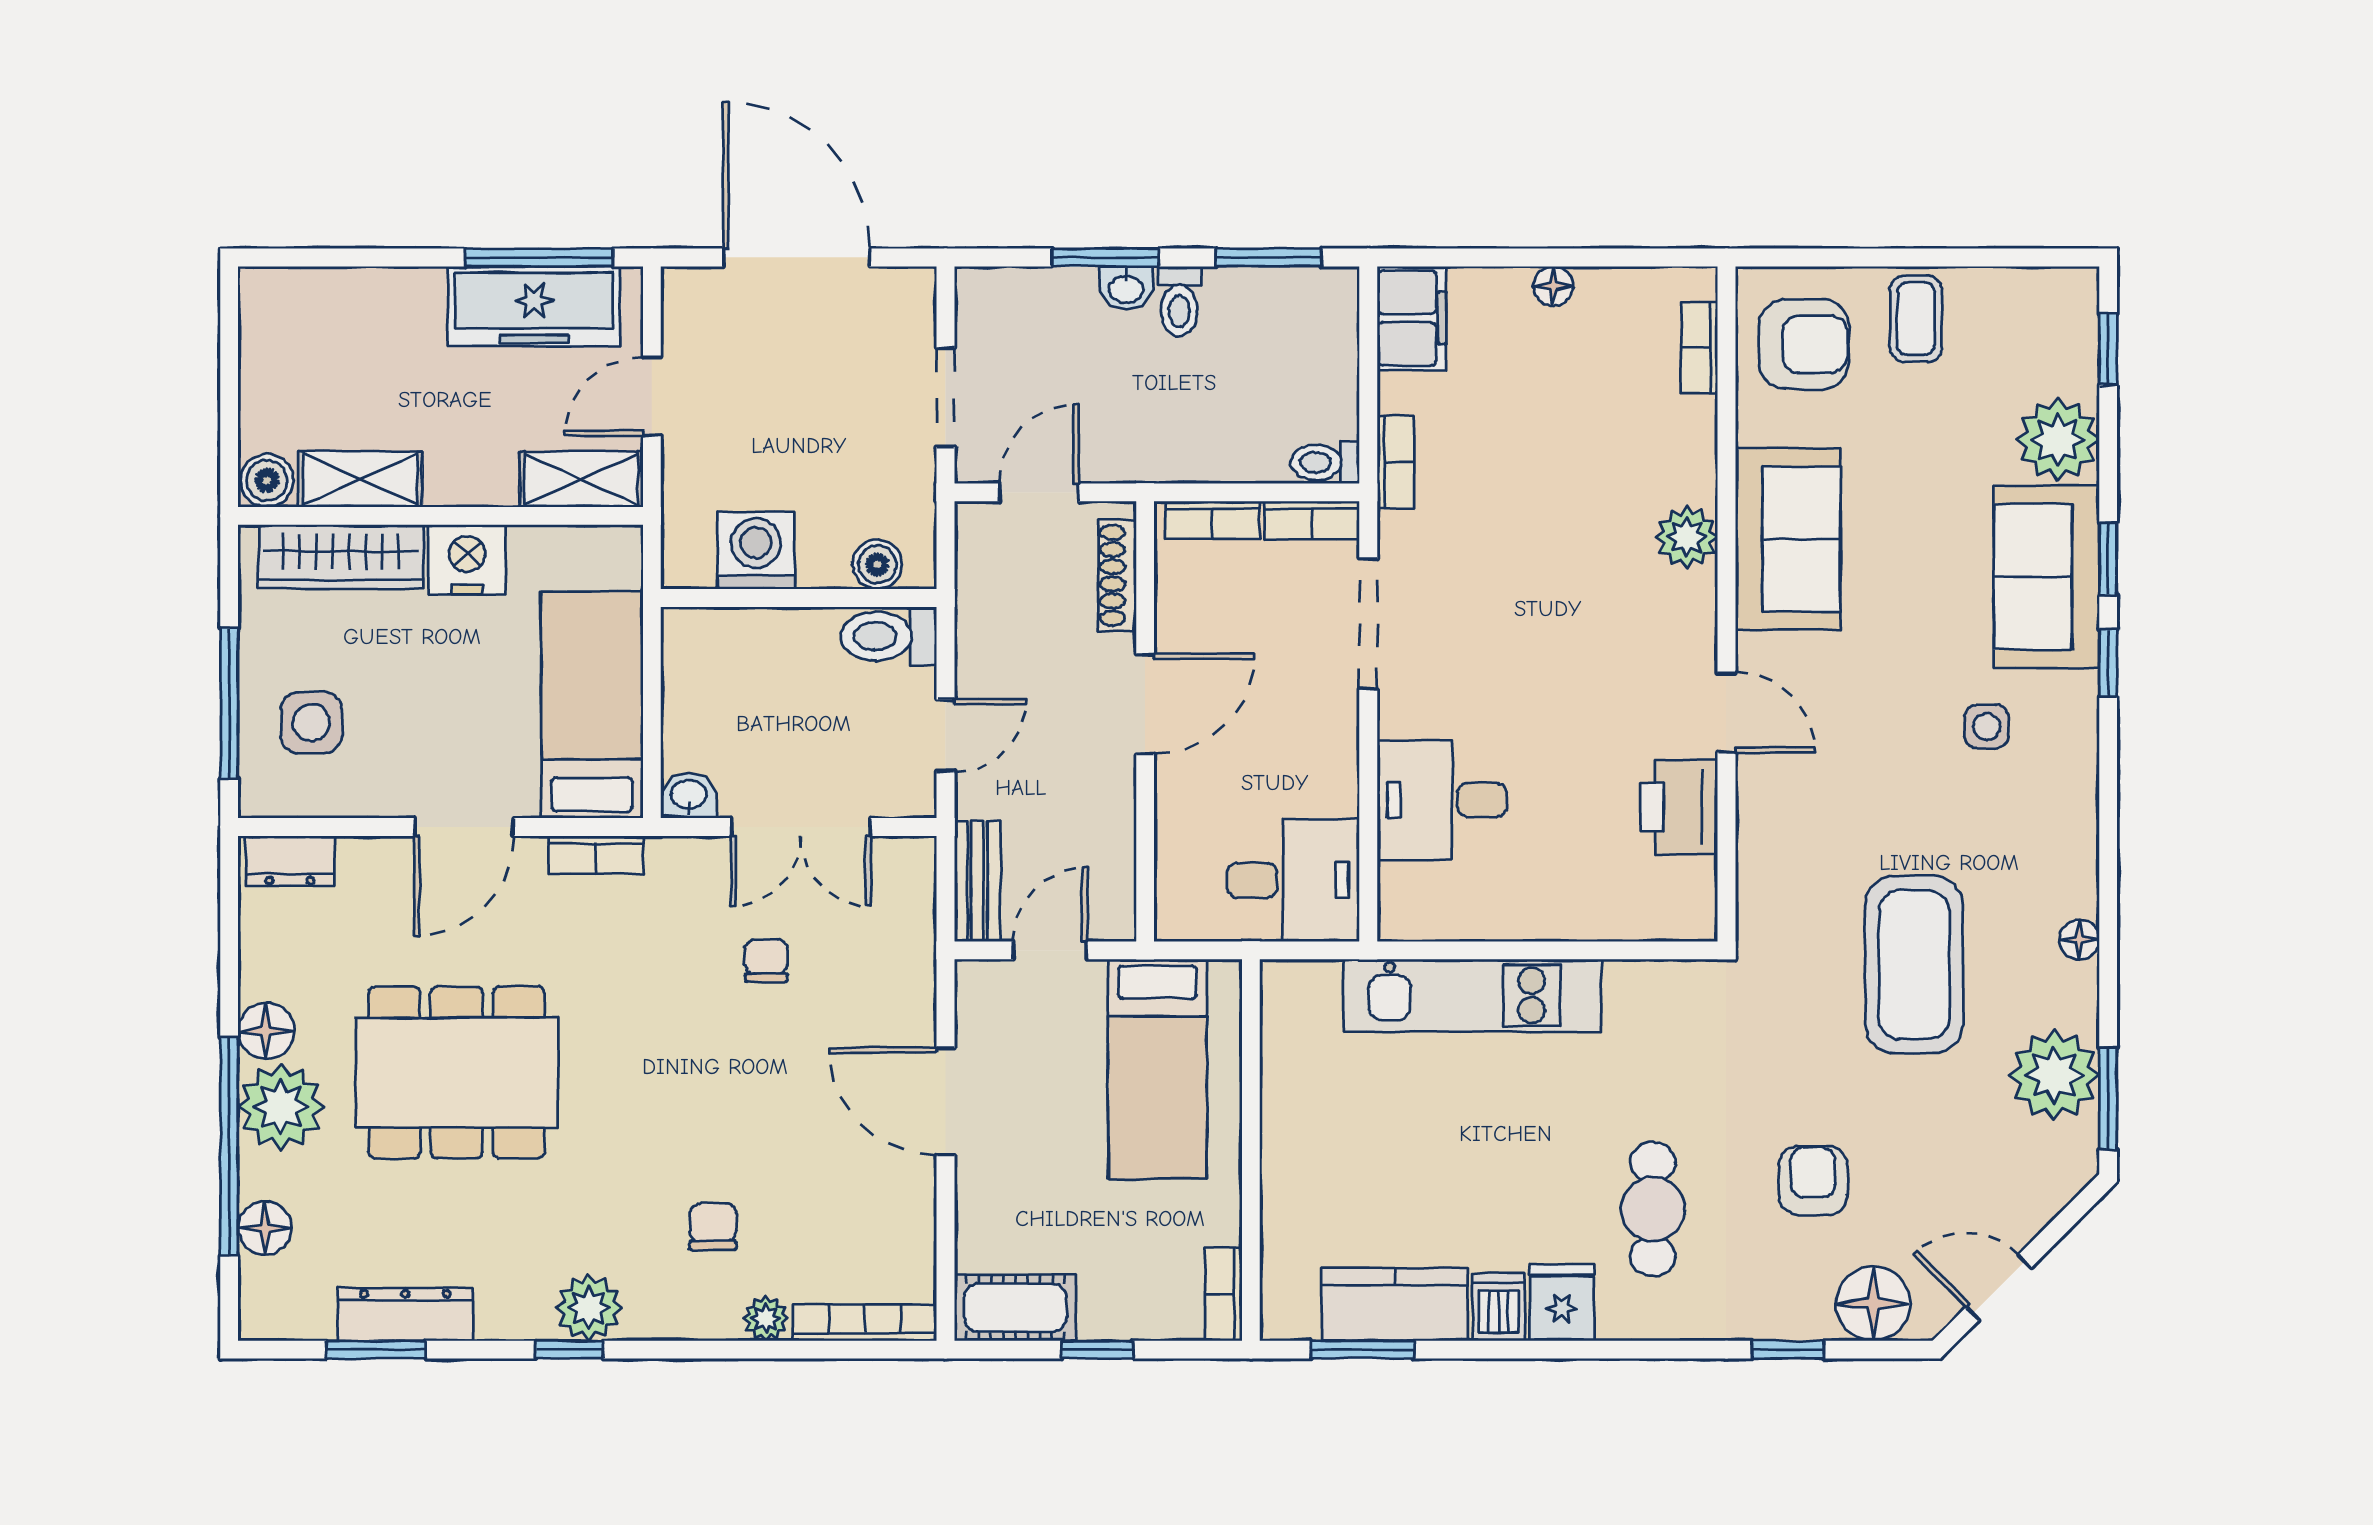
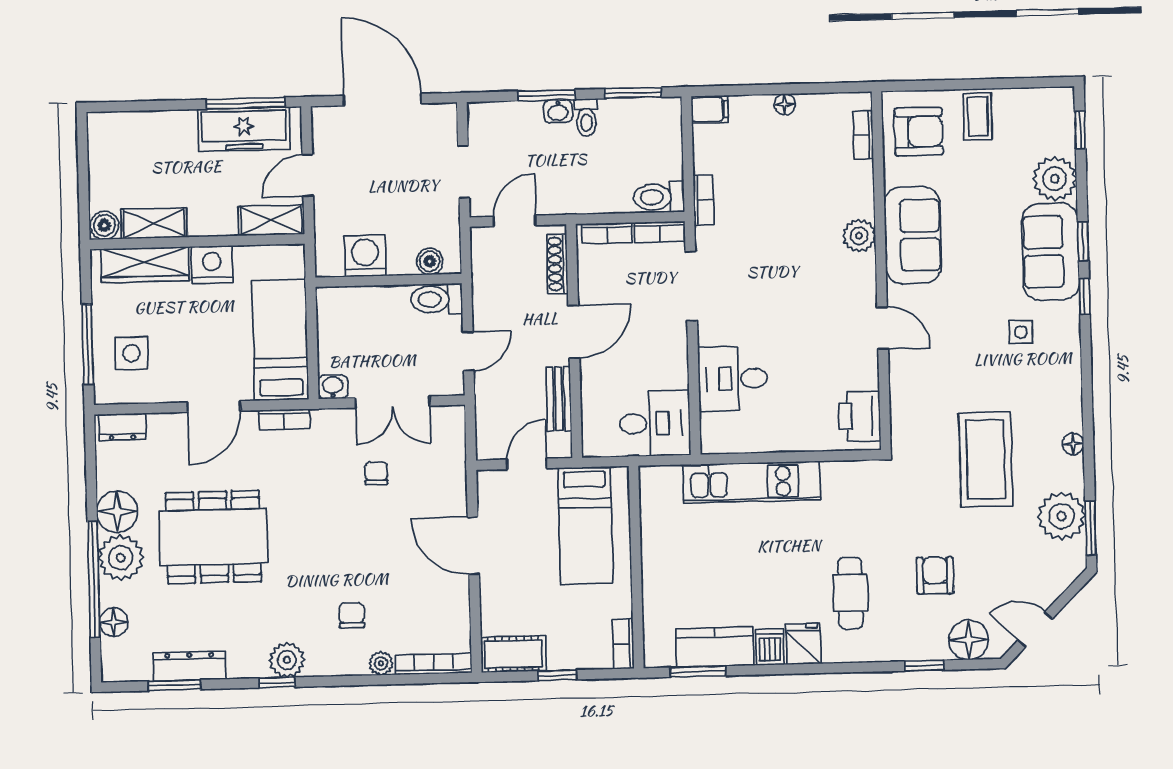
filing cabinet: (1412, 318) -> (710, 109), width x0.50
toilet: (1325, 462) -> (659, 197), width x1.37, depth x1.39
printer: (1679, 807) -> (860, 416), moved
bench: (977, 881) -> (559, 399), moved
floor lamp: (266, 1031) -> (117, 512), width x1.38, depth x1.38

